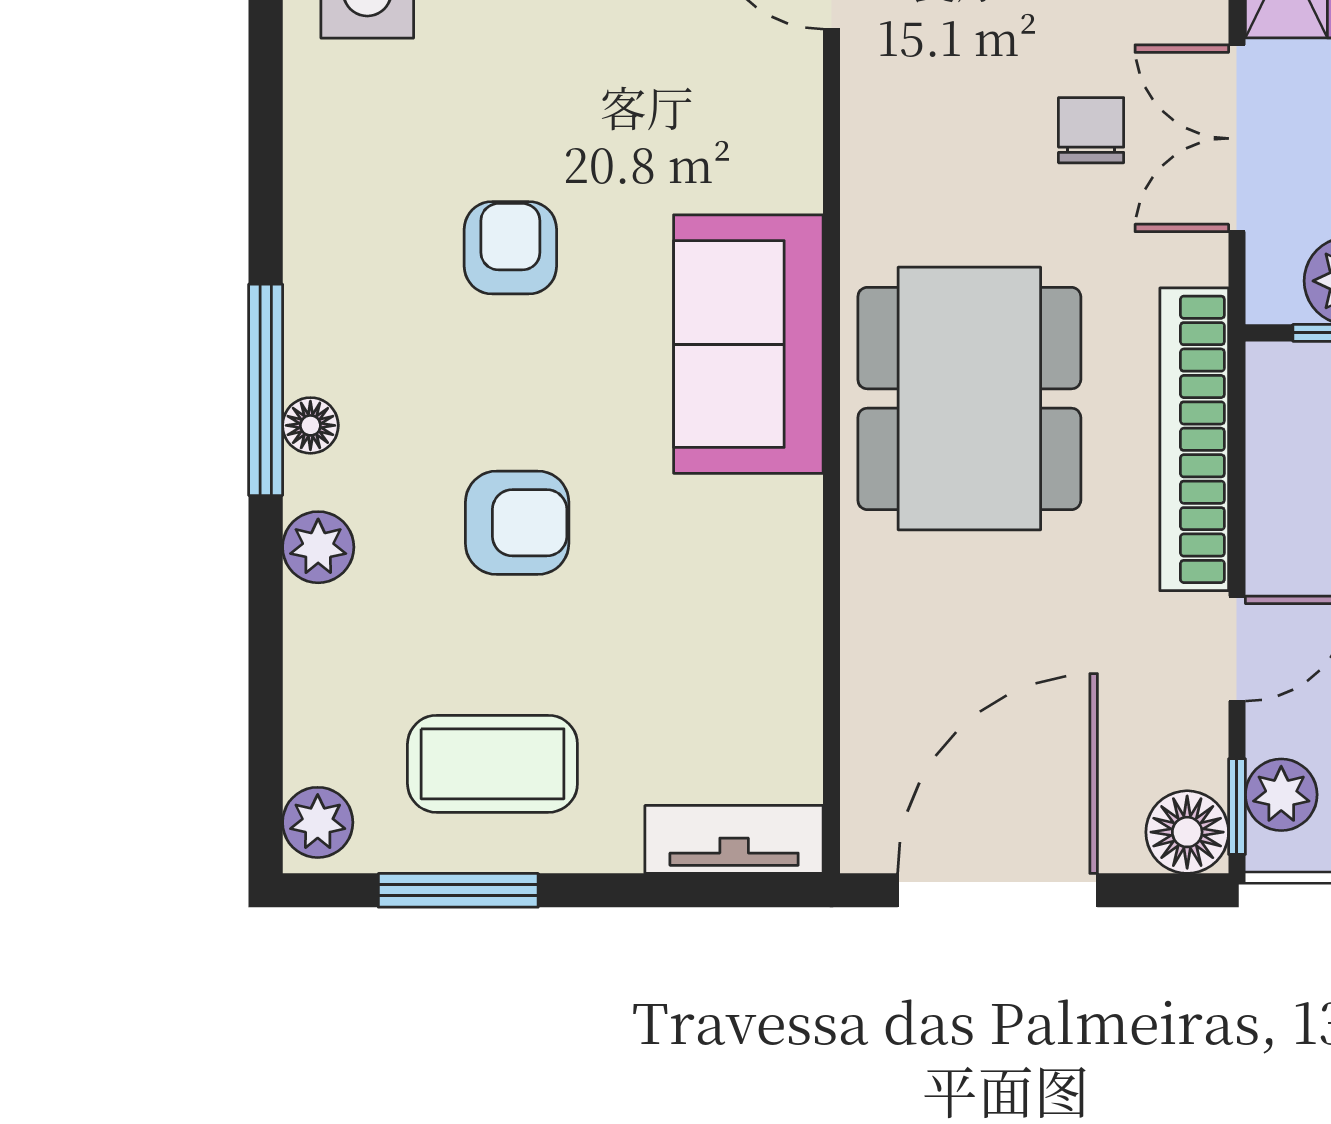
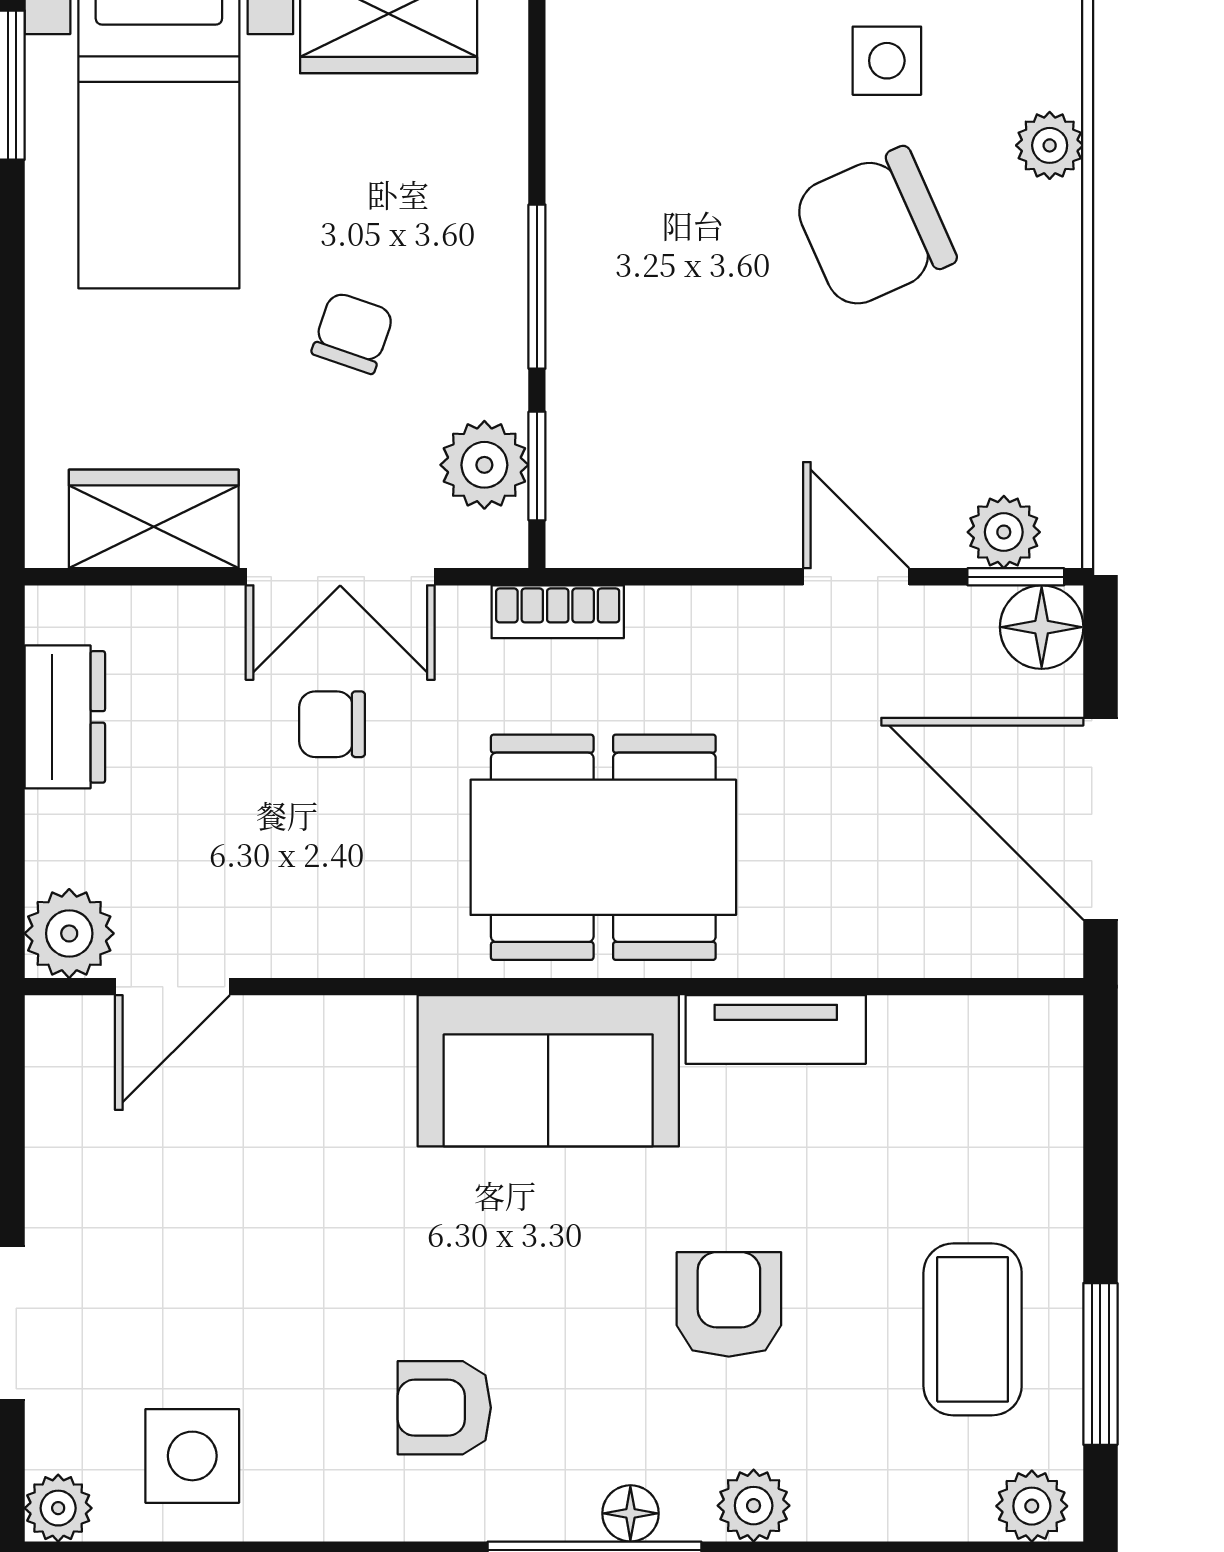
armchair: (510, 248) -> (444, 1408), moved
bookcase: (1194, 439) -> (558, 612), width x0.43, depth x0.76
tv unit: (734, 839) -> (776, 1029), moved, turned -90

